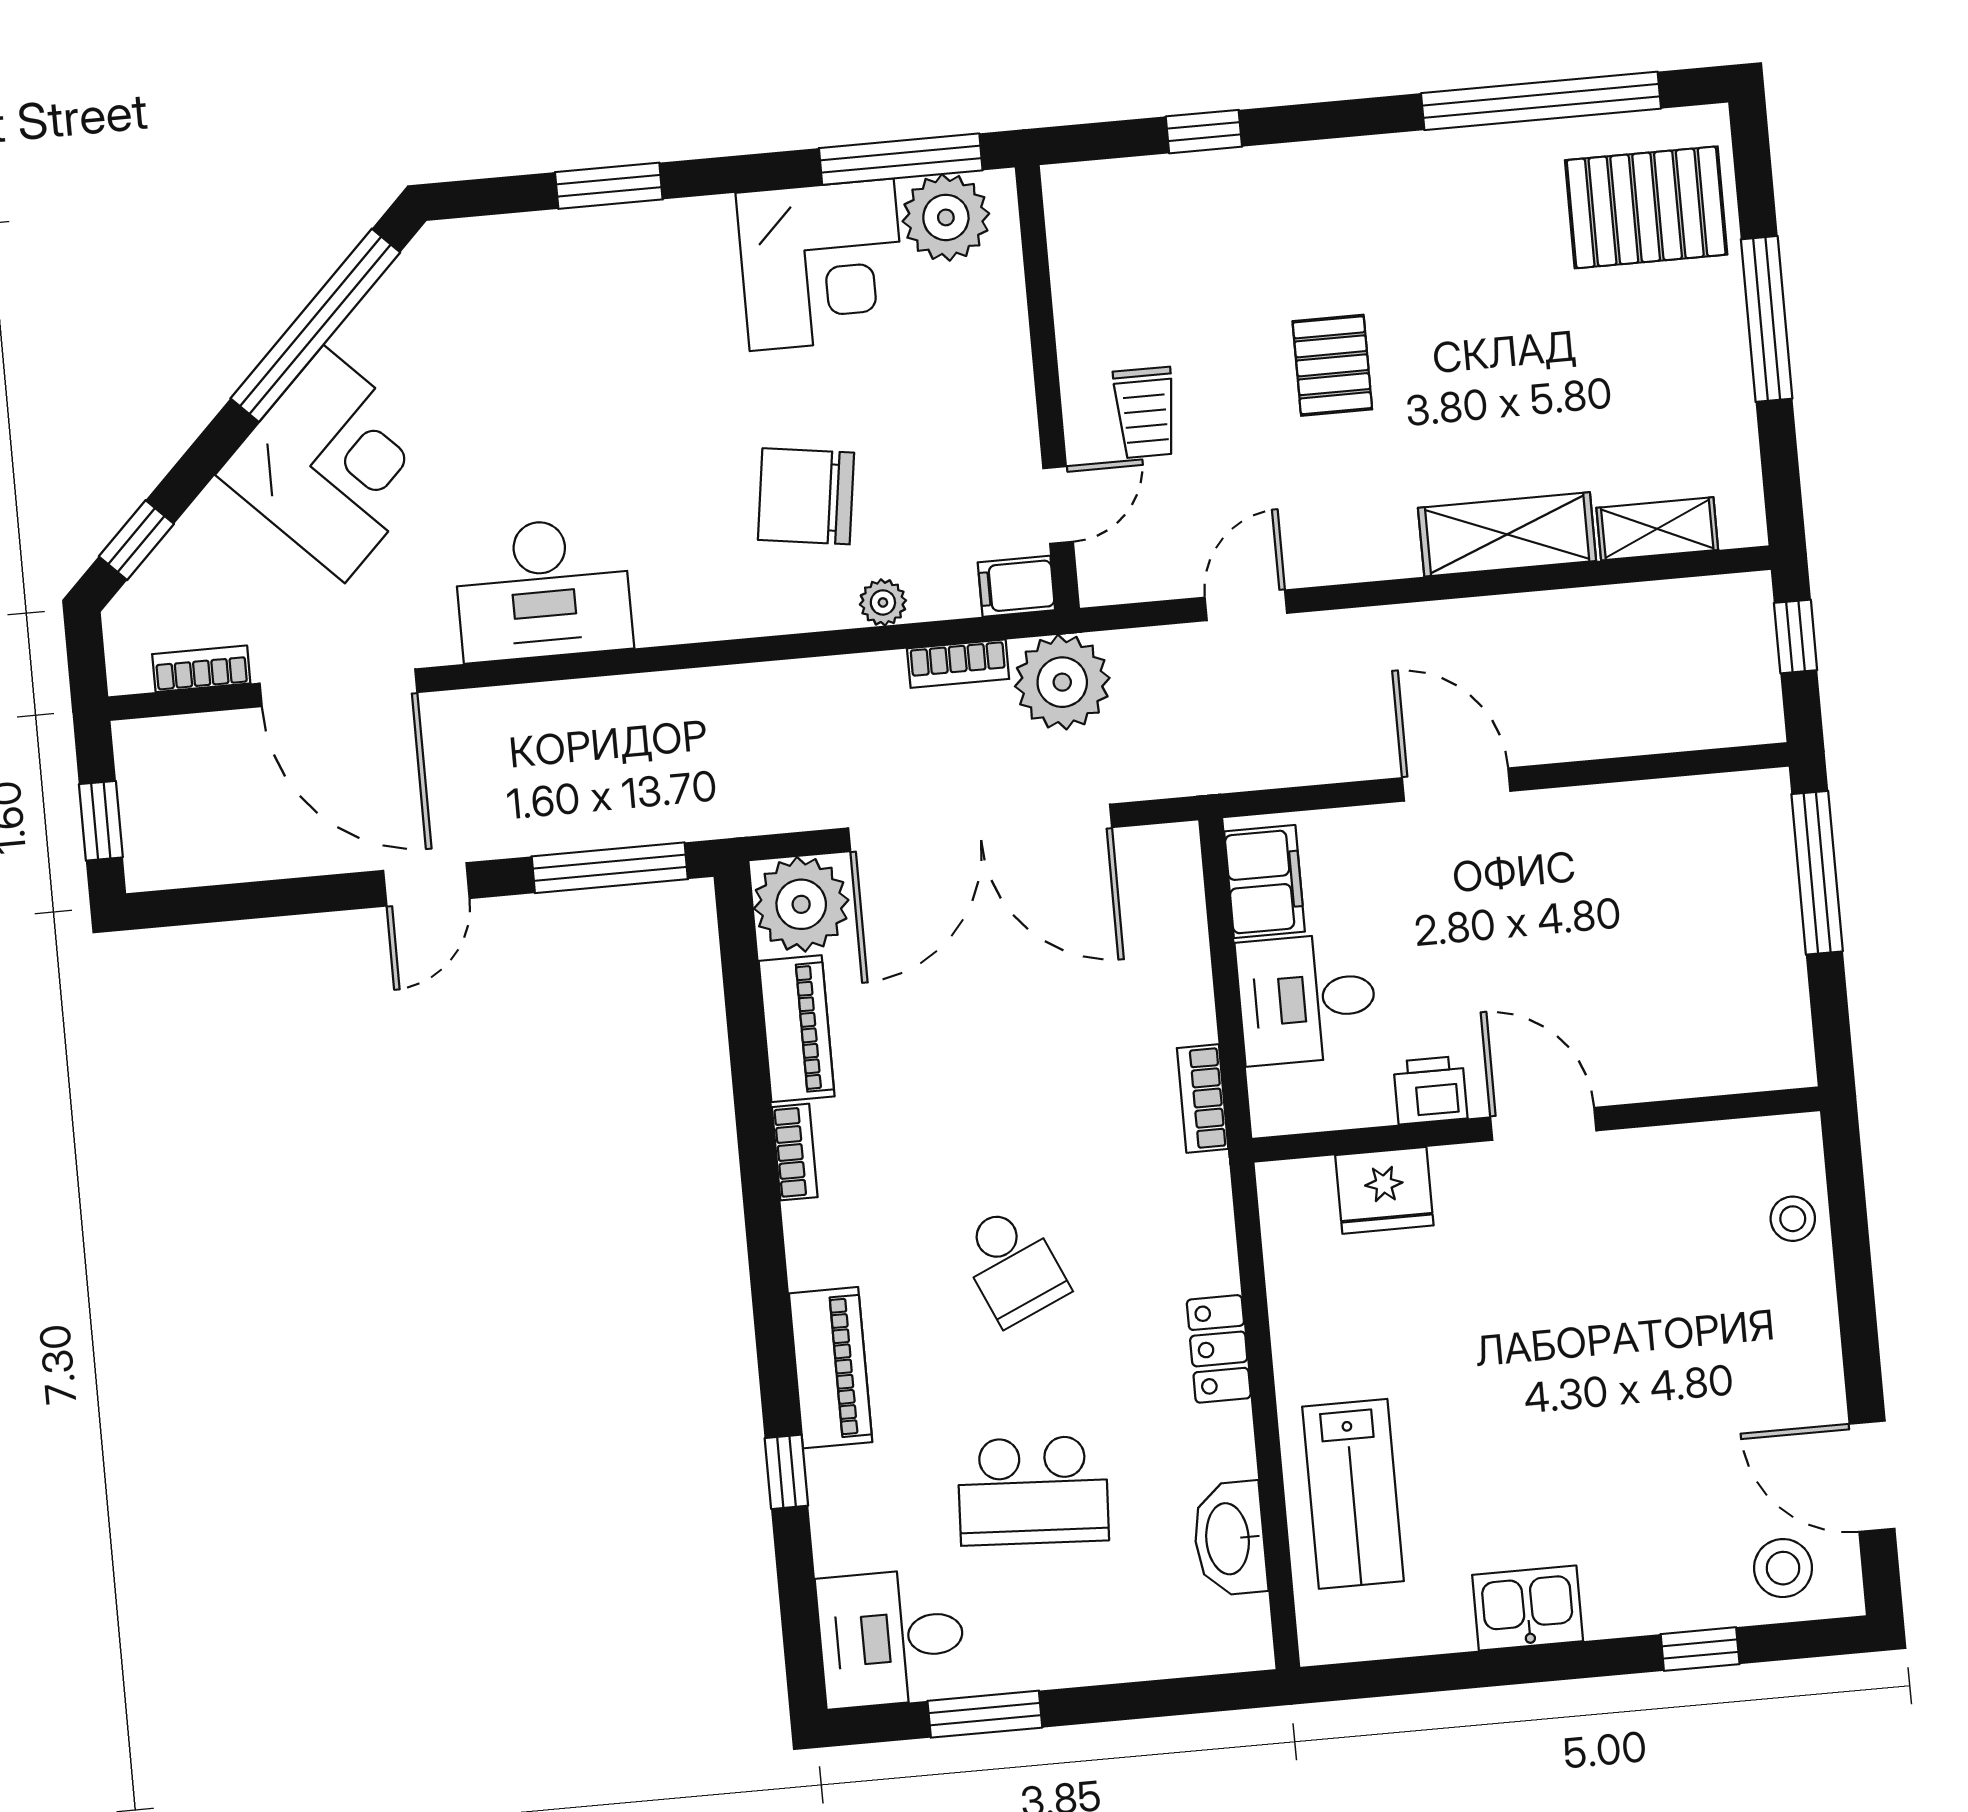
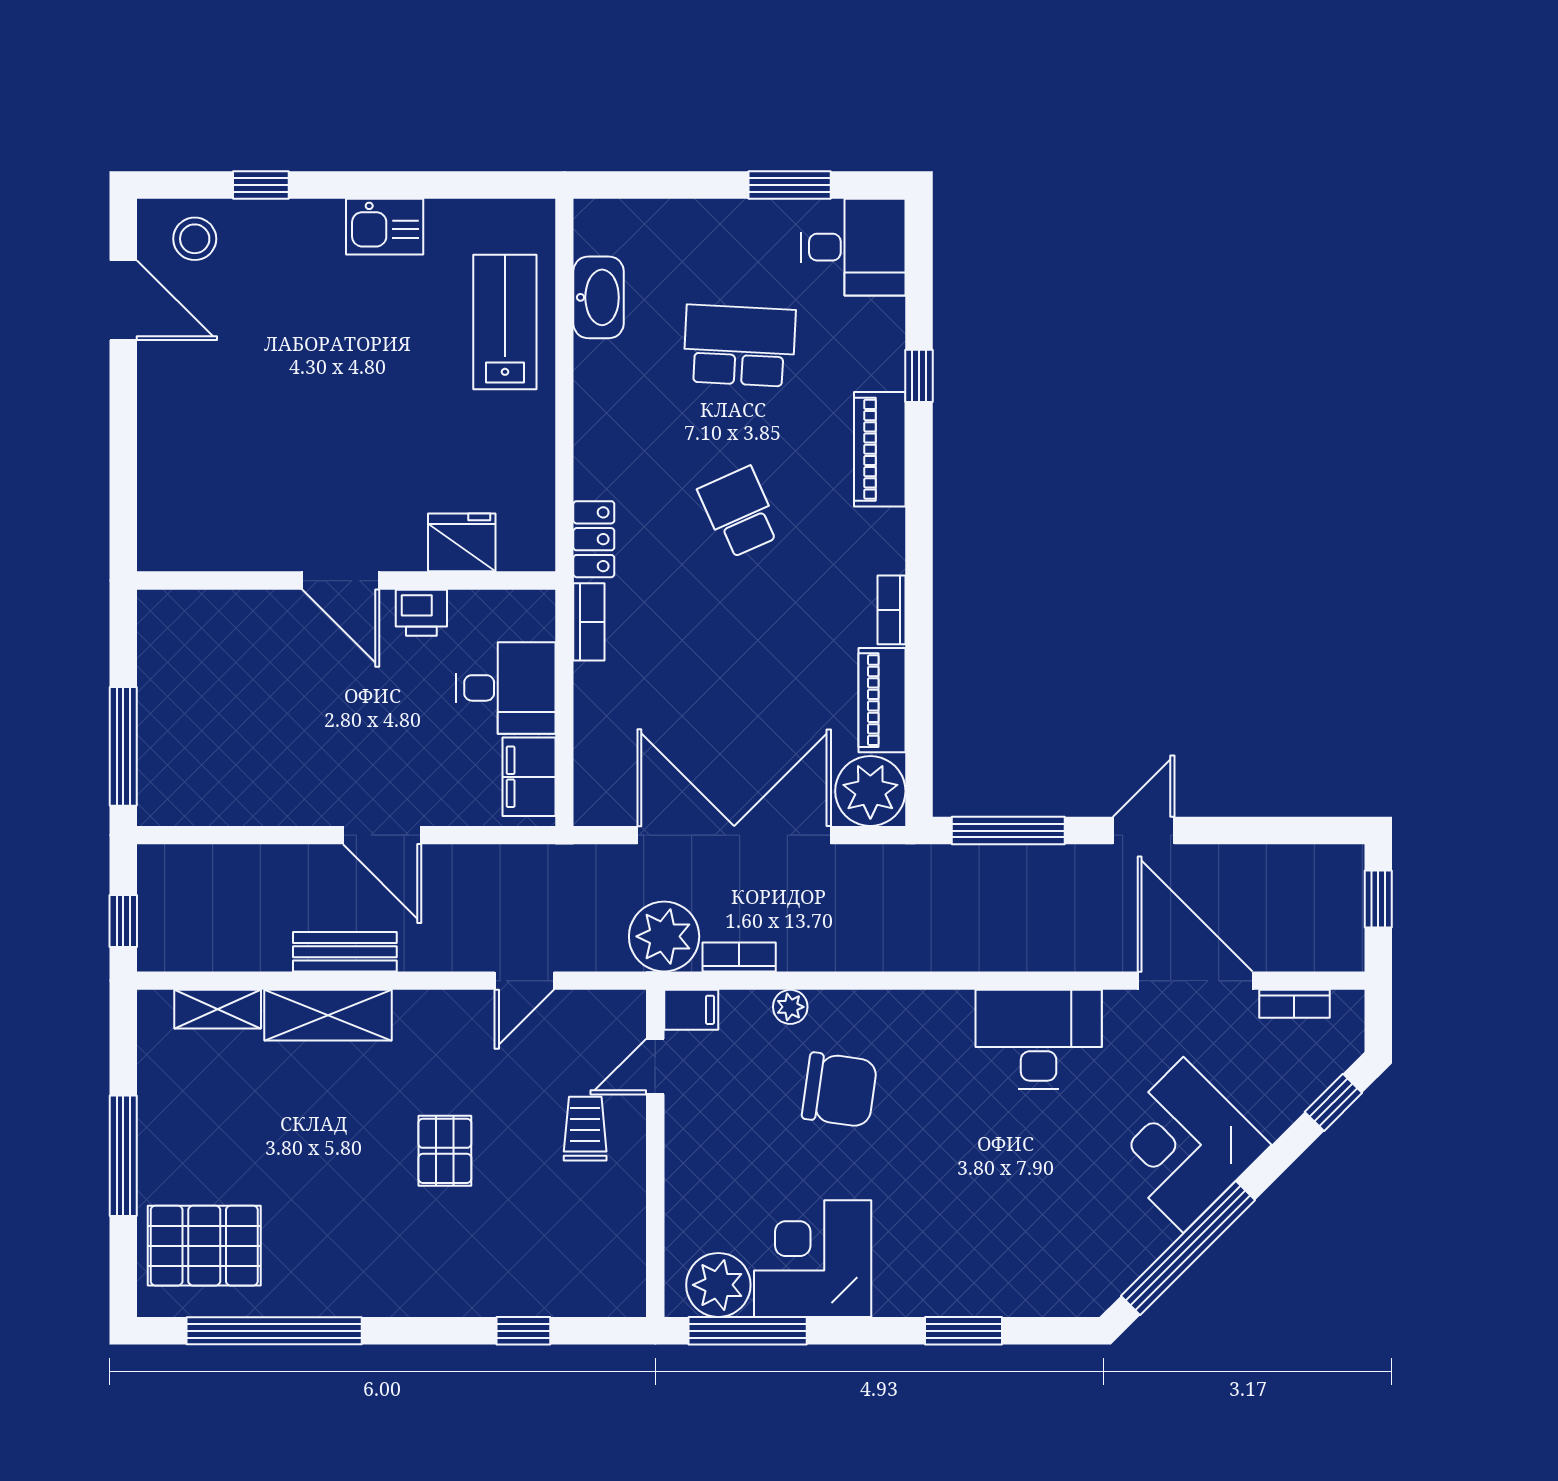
bench: (1492, 622) -> (345, 952), added
stool: (1793, 1219) -> (164, 494), removed
locker: (1219, 1349) -> (594, 539), moved

